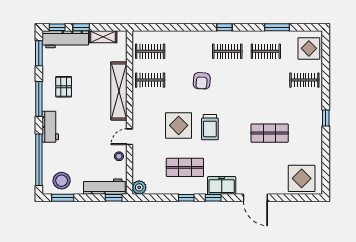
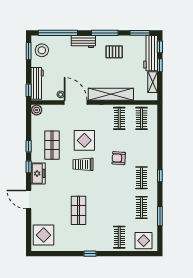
door: (129, 137) -> (76, 103), width x1.87
door: (255, 198) -> (29, 199), hinge flipped

